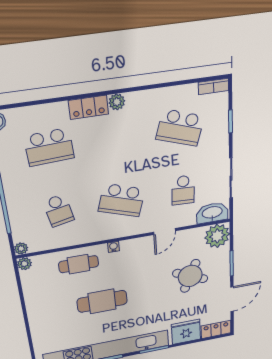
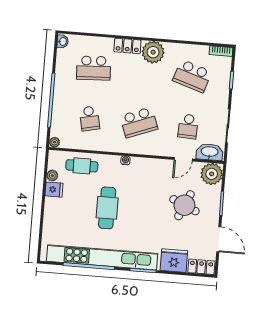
plant: (117, 102) -> (153, 52), width x1.88, depth x1.88
school desk: (122, 200) -> (139, 122), turned -39
door: (164, 232) -> (183, 159), moved
plant: (24, 264) -> (52, 176), moved
cafe table: (79, 264) -> (82, 166), moved
fridge: (35, 299) -> (54, 190), added
door: (232, 299) -> (219, 239), hinge flipped
cafe table: (102, 301) -> (107, 208), turned 90

